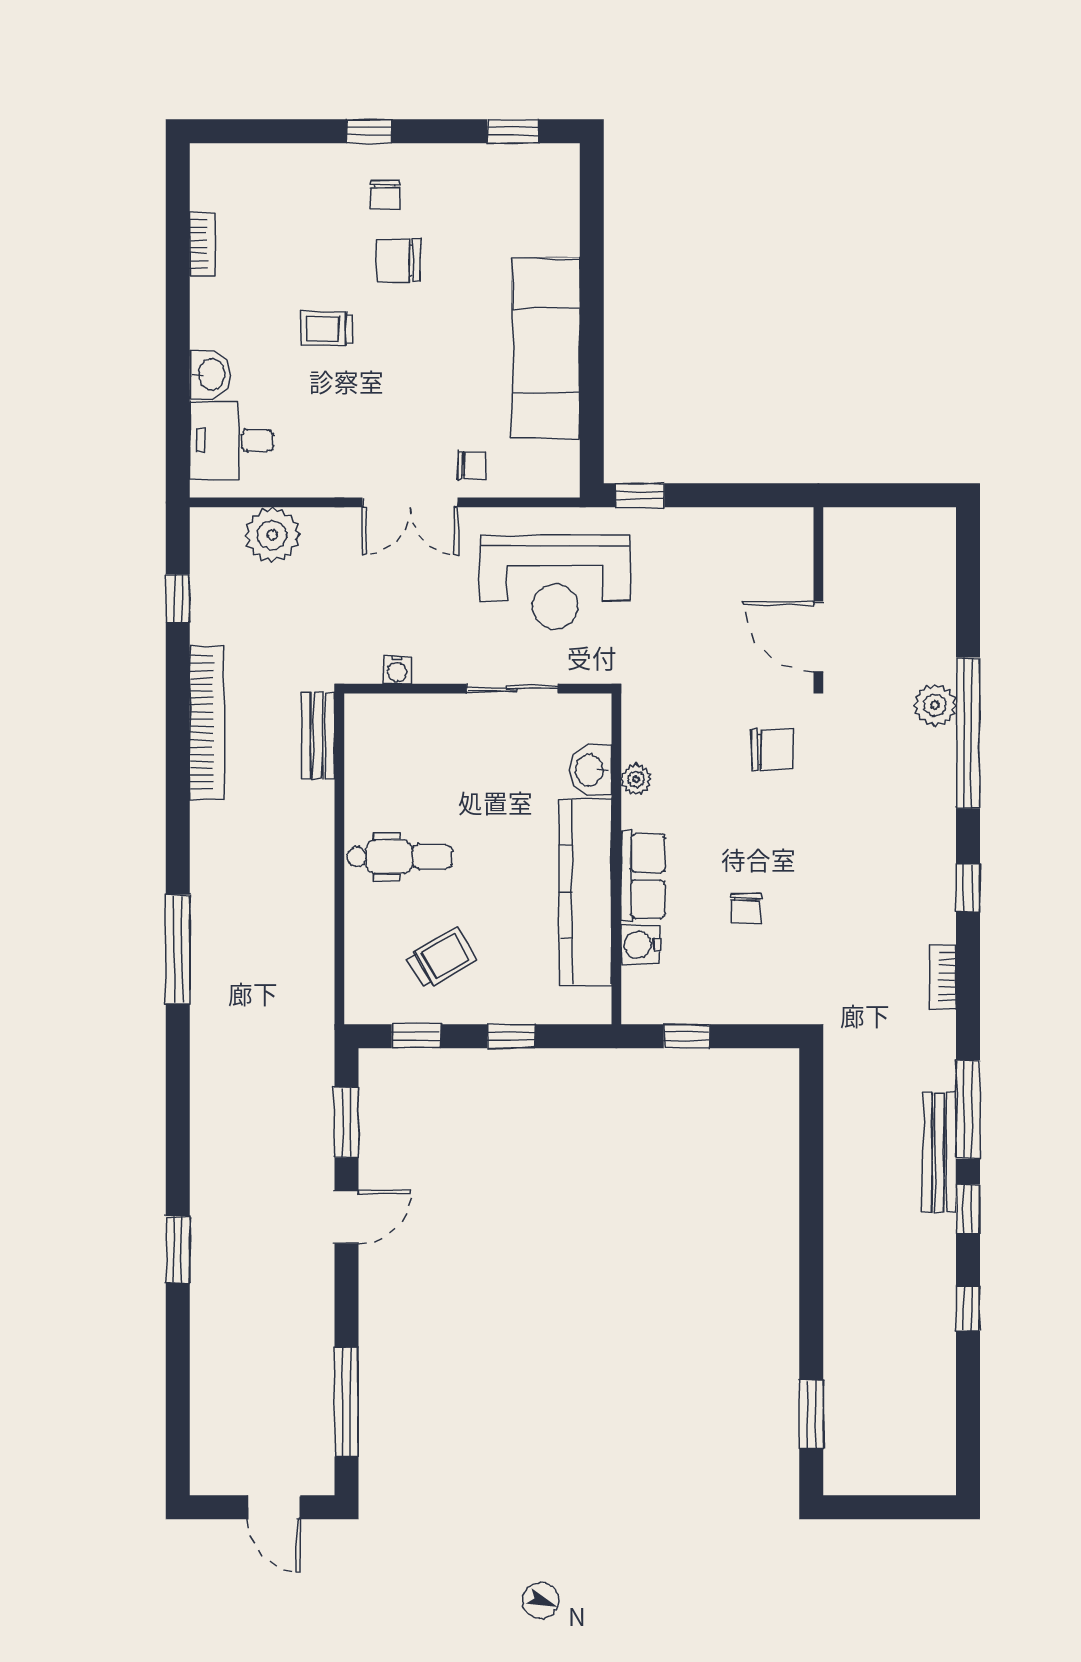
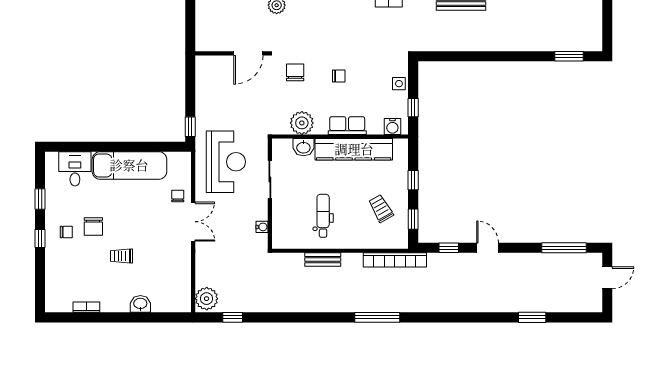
window: (513, 131) -> (40, 199), moved
trolley: (327, 329) -> (122, 256), turned 90
desk: (231, 441) -> (75, 169), moved, turned 180
plant: (272, 535) -> (207, 299), moved
bookcase: (207, 723) -> (395, 260), moved, turned 180
bench: (318, 736) -> (323, 260), moved
plant: (636, 779) -> (302, 123), width x1.88, depth x1.88
dental chair: (400, 857) -> (323, 216), moved
chair: (746, 908) -> (339, 76), moved
water cooler: (641, 945) -> (392, 126), moved
side table: (745, 1002) -> (399, 84), added
window: (346, 1122) -> (449, 248), width x0.67
window: (178, 1250) -> (532, 317), moved

